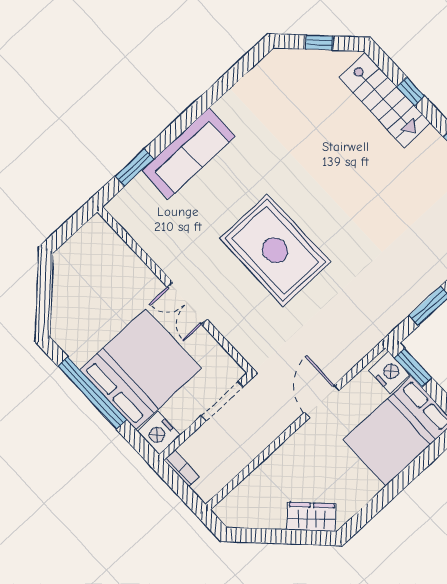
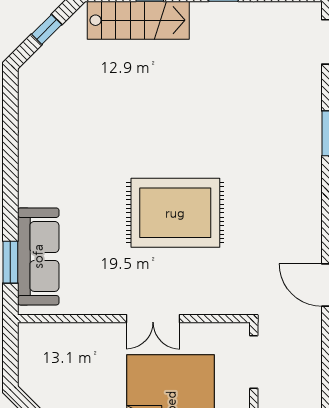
sofa: (189, 153) -> (38, 256), moved

